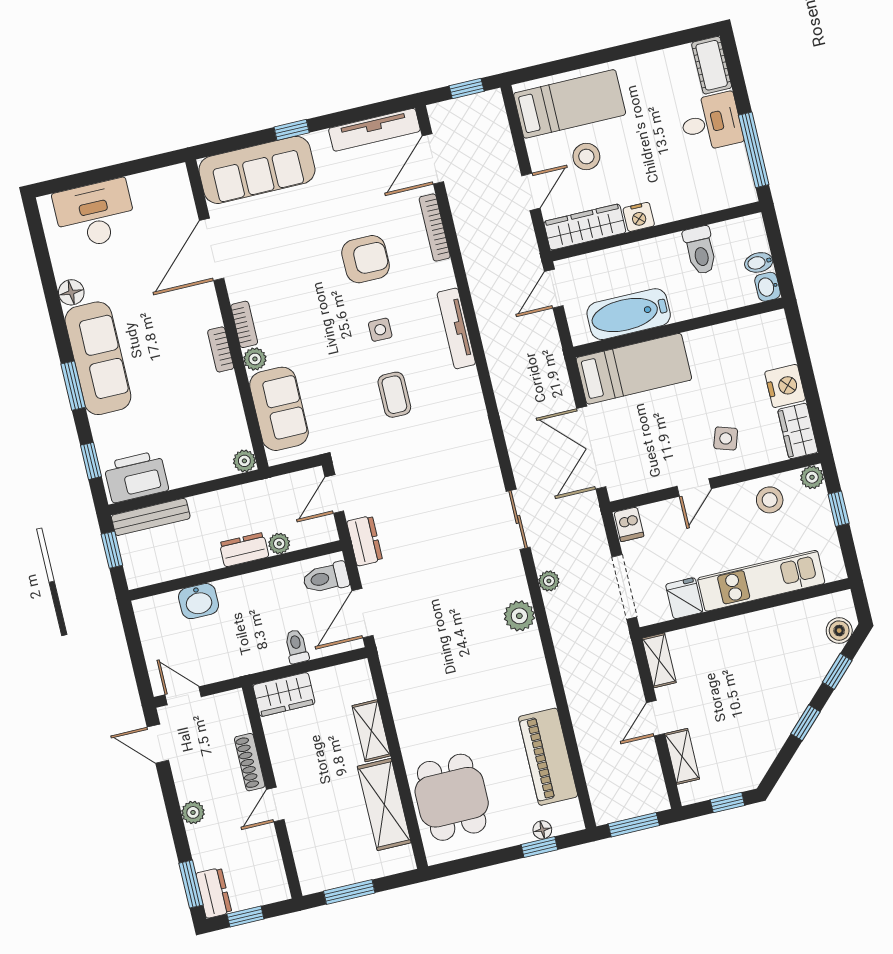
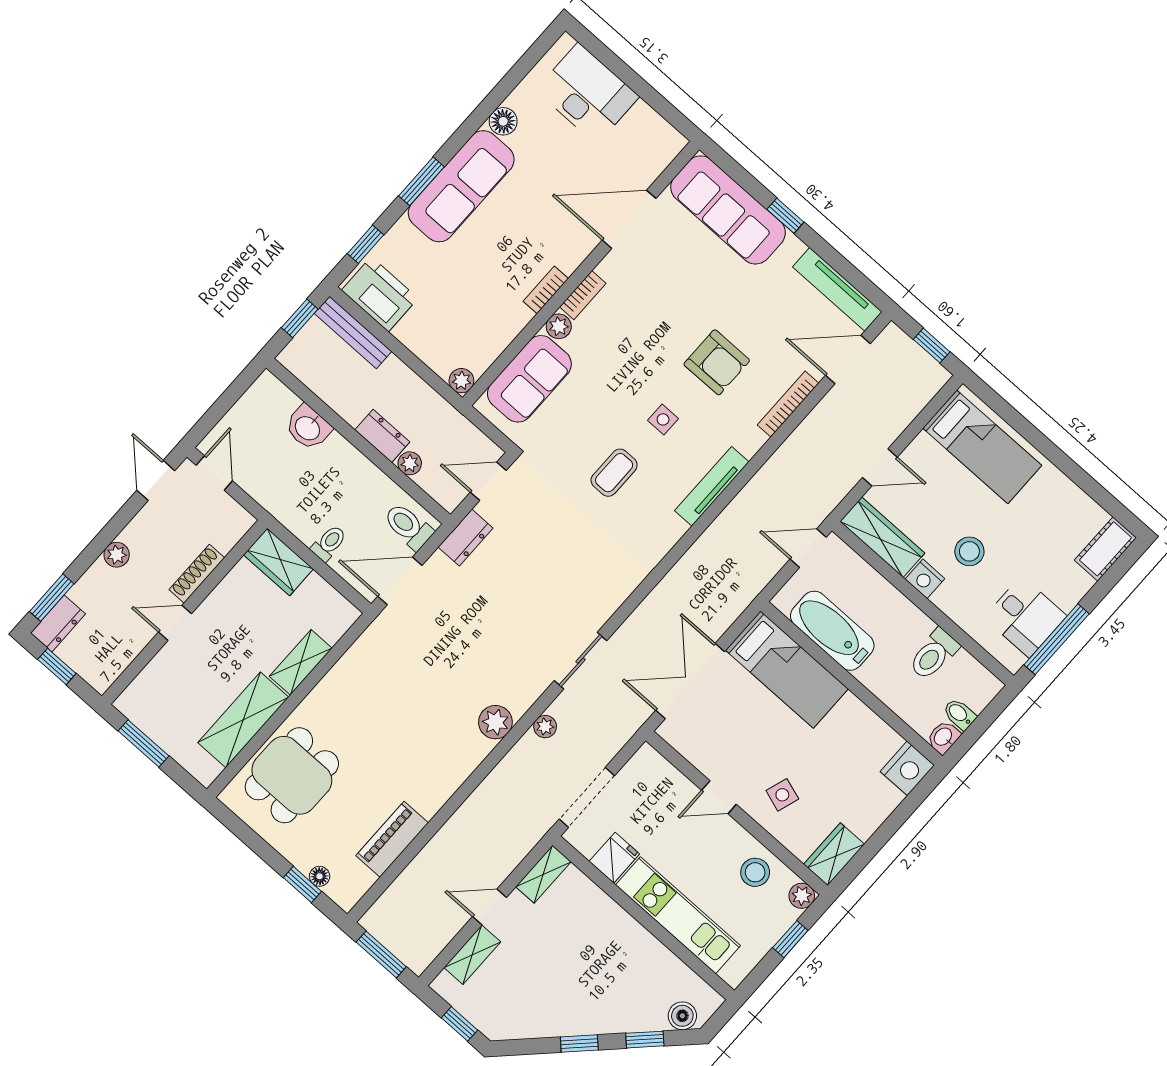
desk: (711, 122) -> (1025, 617), moved
stool: (586, 157) -> (969, 551), moved
nightstand: (785, 386) -> (907, 768), moved
dishwasher: (629, 524) -> (645, 762), removed
piano: (548, 757) -> (392, 839), width x0.73, depth x0.75

